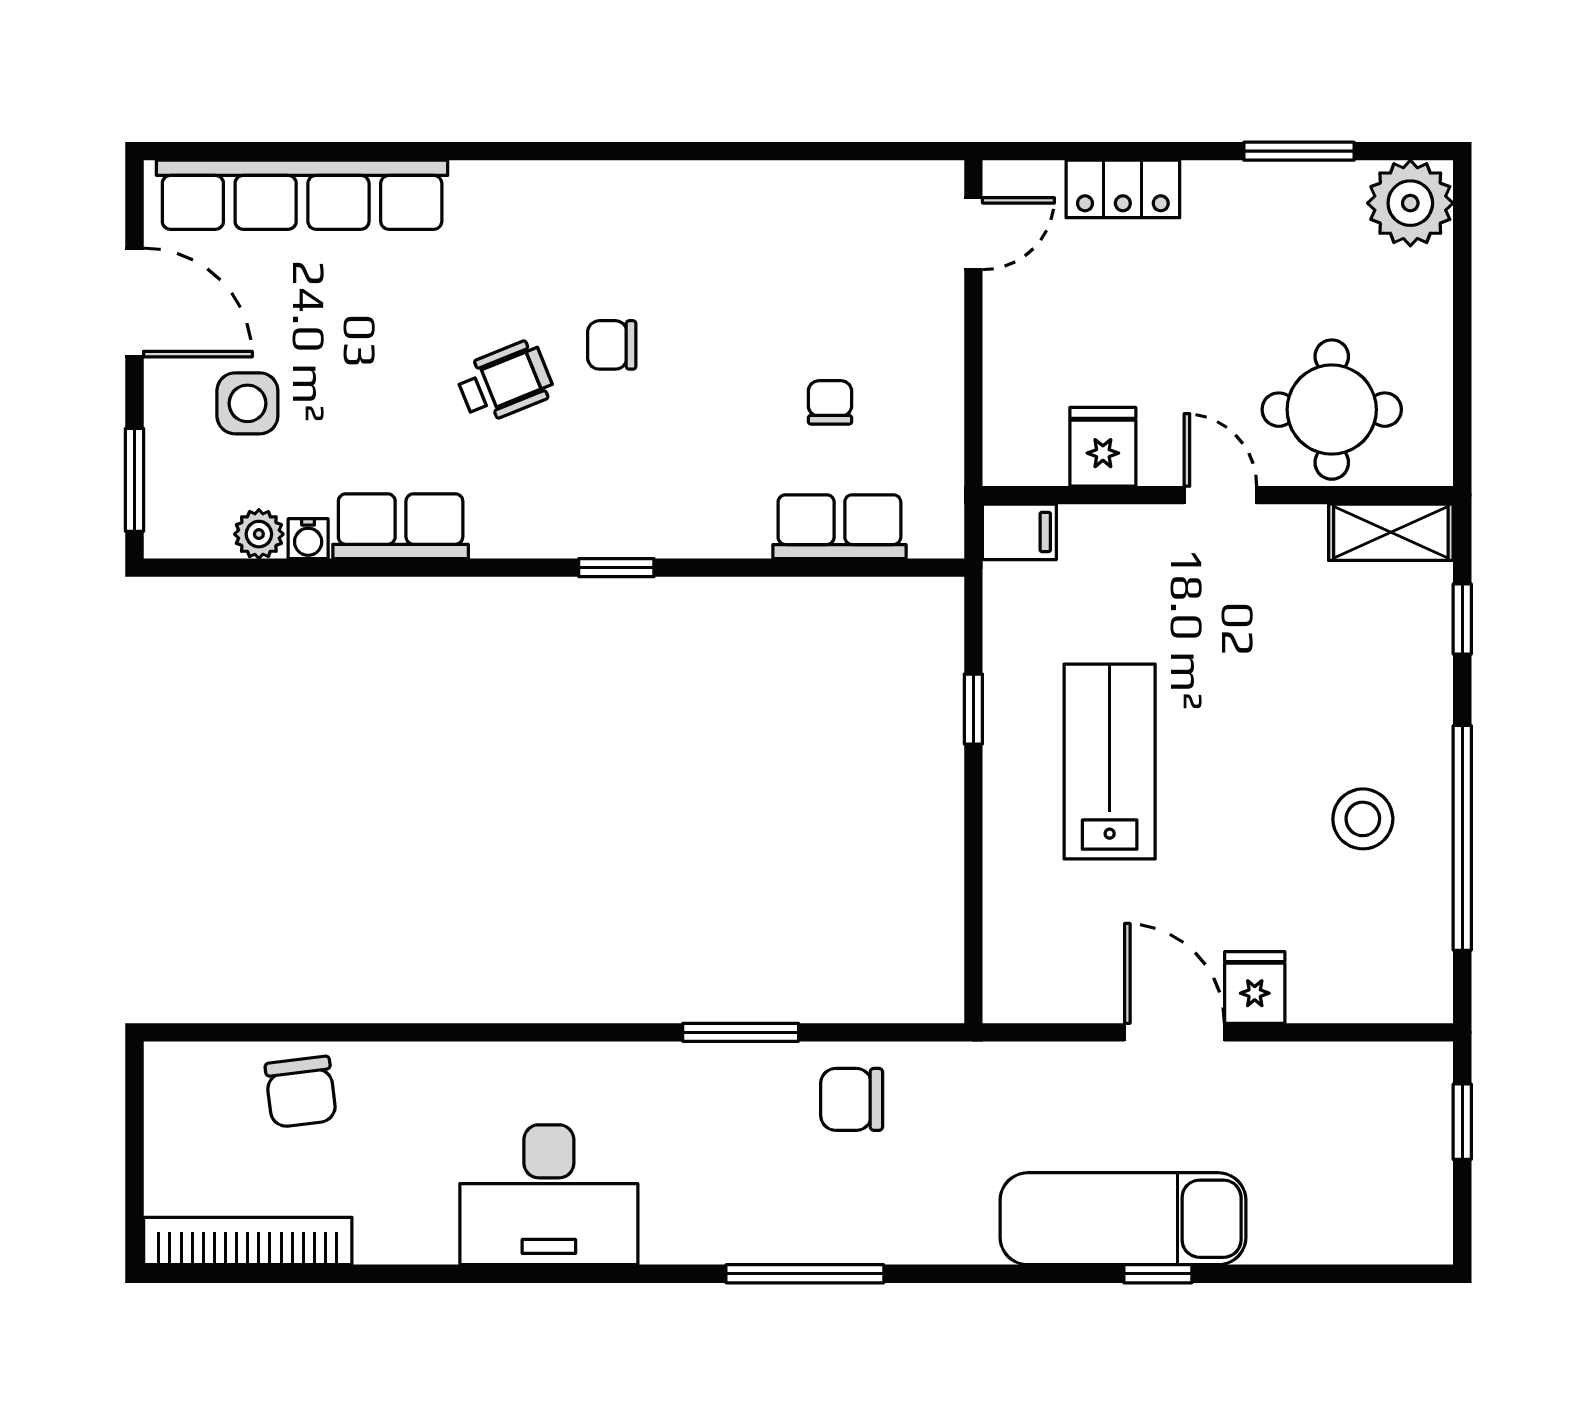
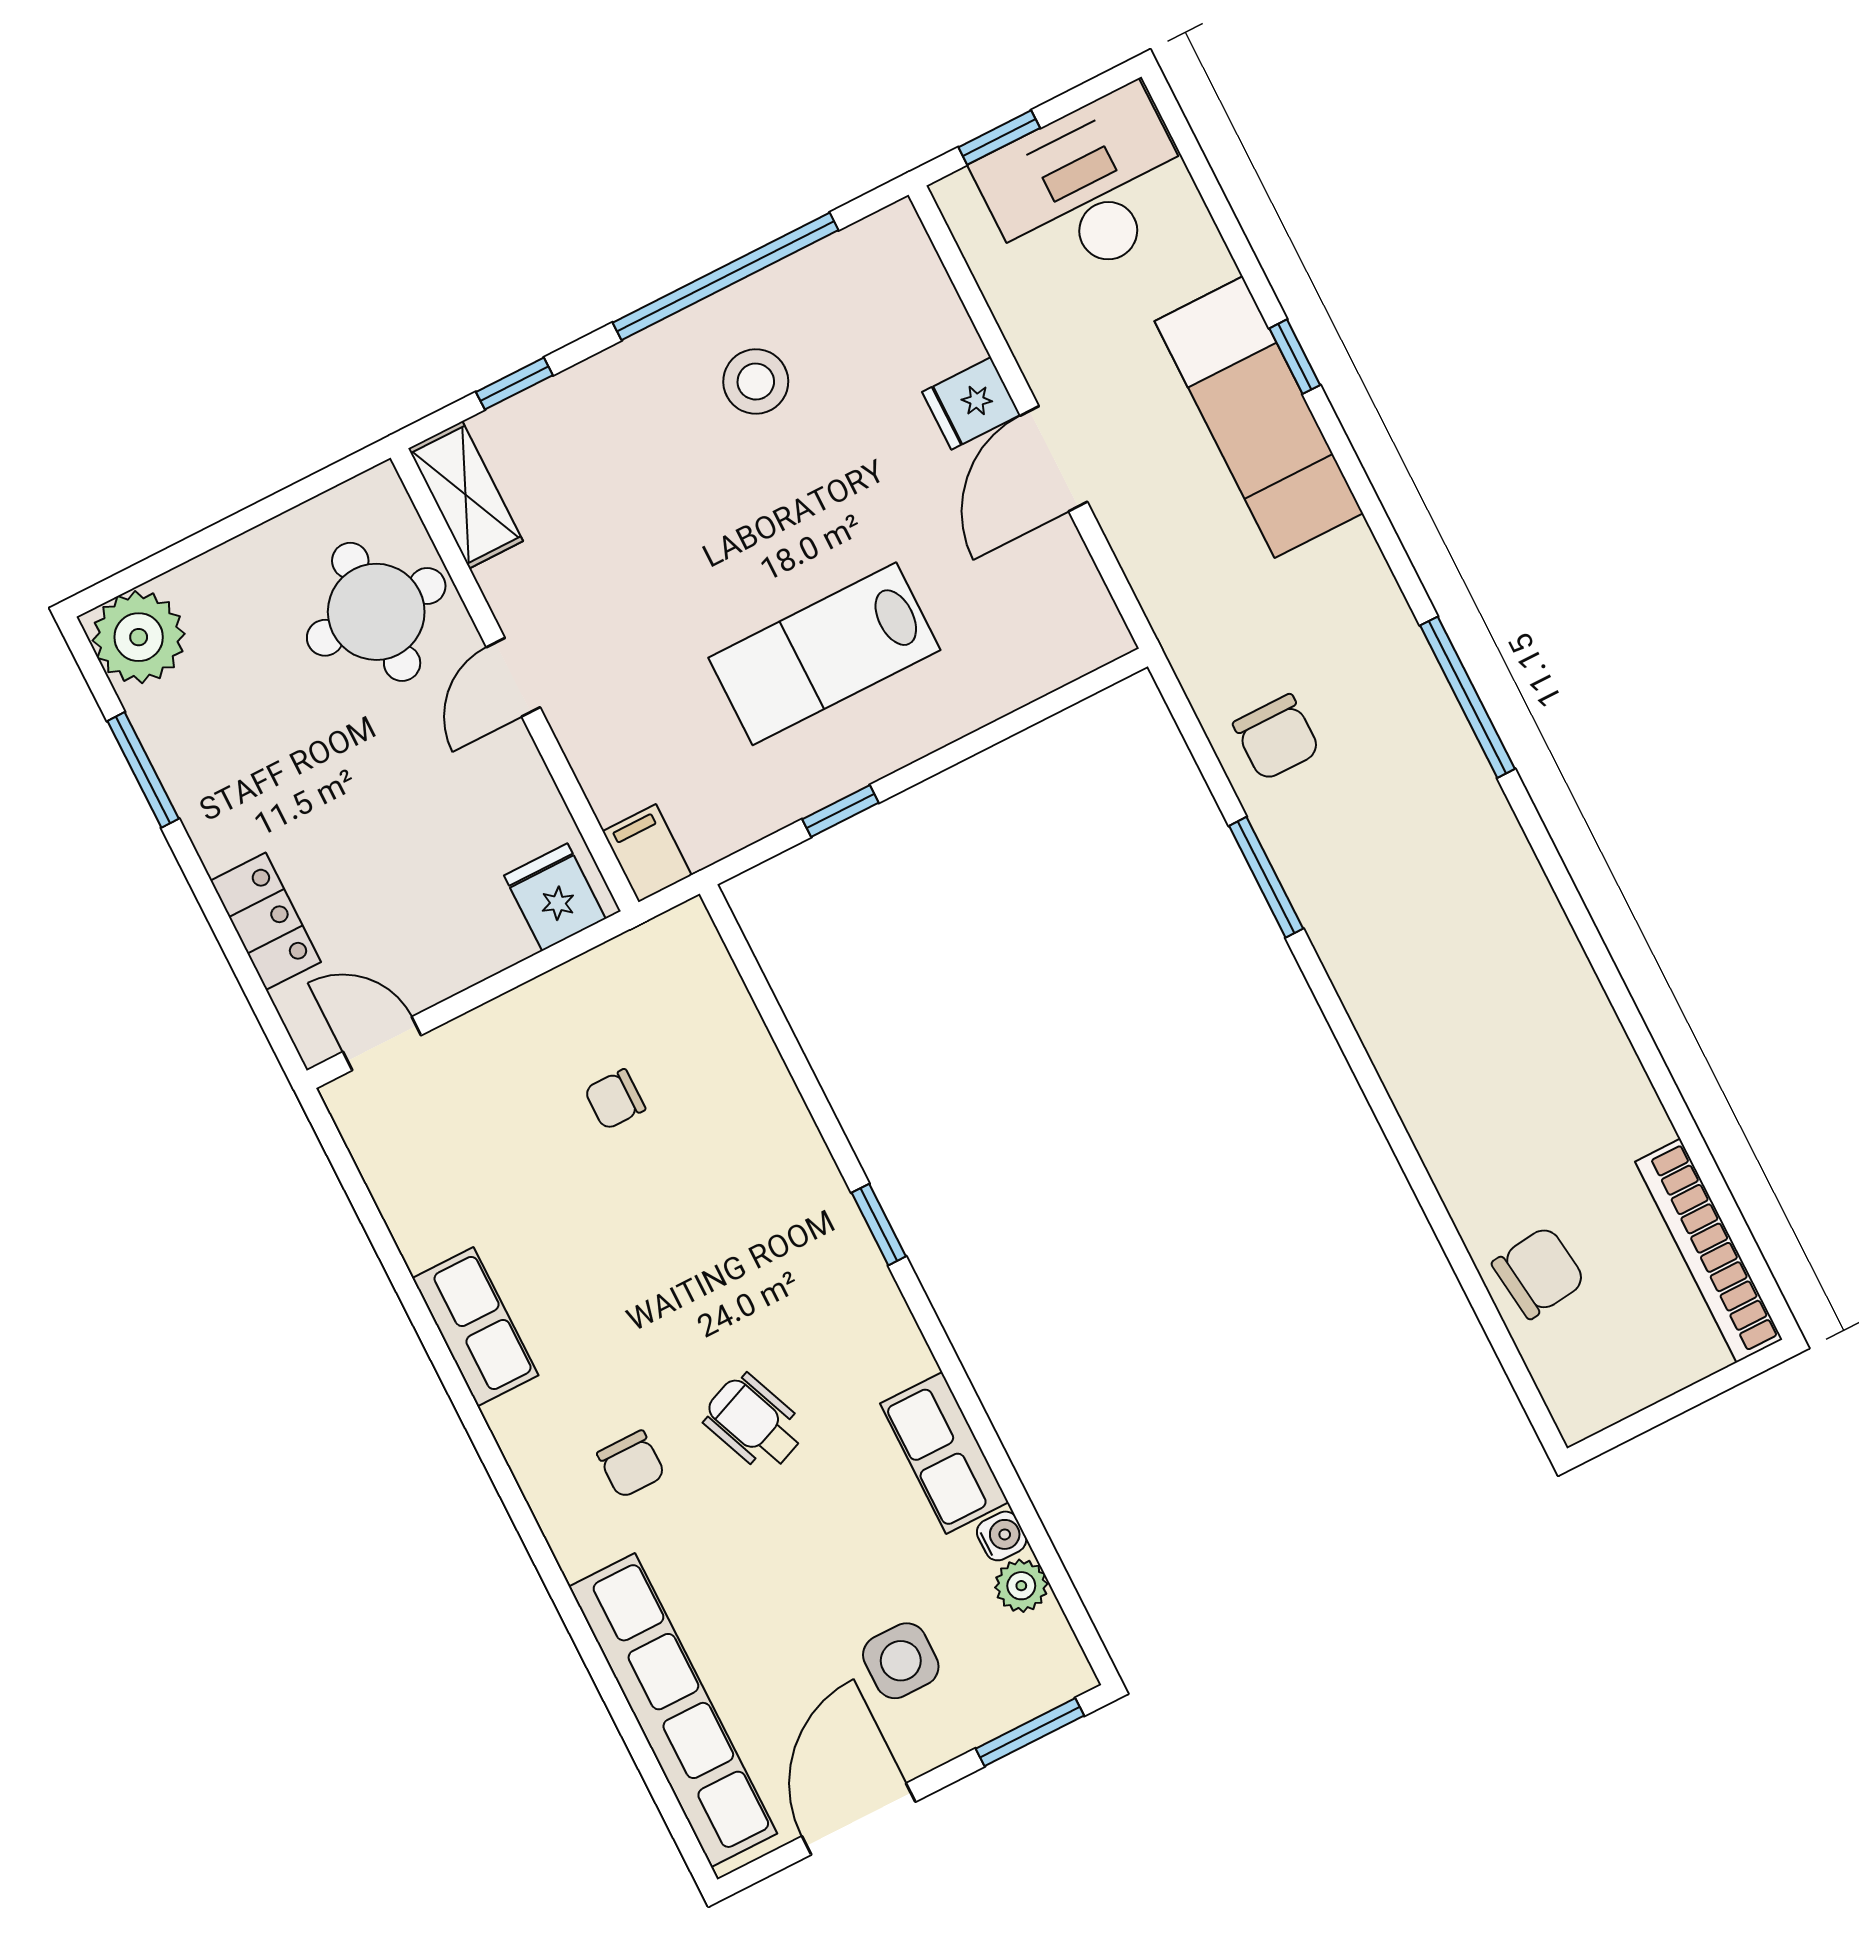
chair: (612, 345) -> (631, 1464), moved
fridge: (1103, 447) -> (555, 897), moved, turned 90
row of seats: (839, 527) -> (475, 1327), moved, turned 180
desk: (549, 1195) -> (1087, 189), moved, turned -90

